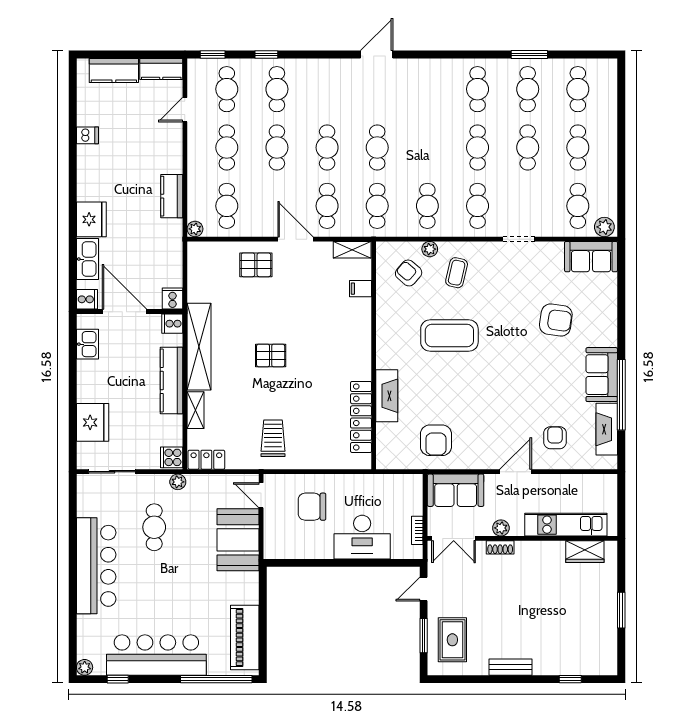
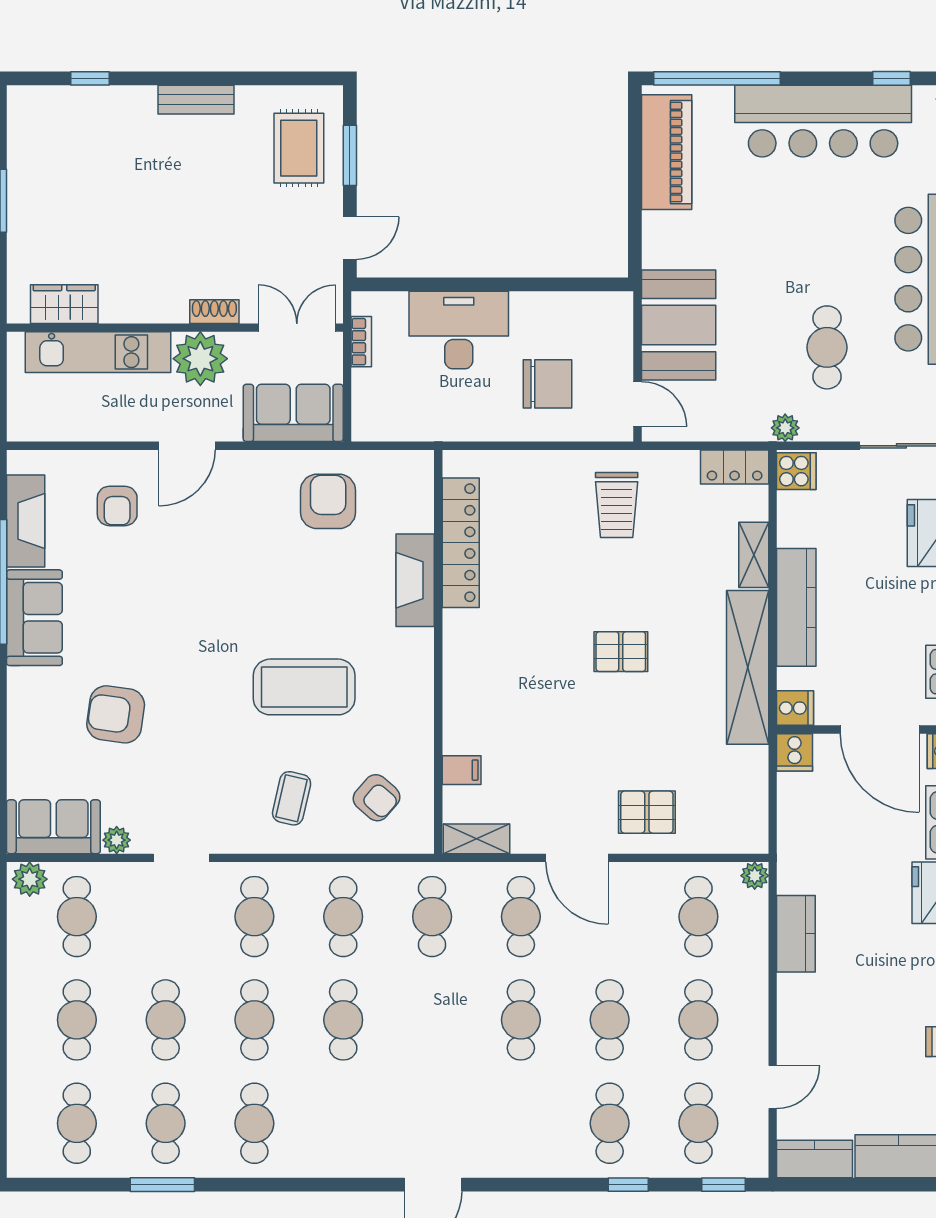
cafe table: (377, 148) -> (343, 1020), moved
plant: (430, 249) -> (117, 840), moved
plant: (501, 528) -> (200, 359), width x1.87, depth x1.87

